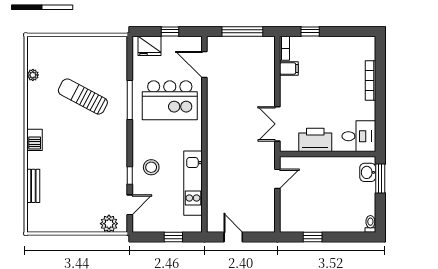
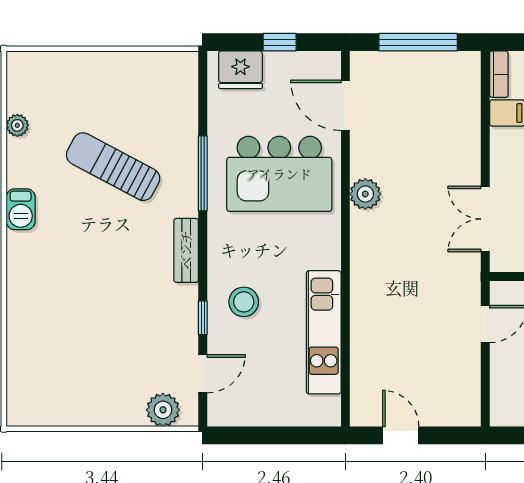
plant: (215, 111) -> (365, 194), added
barbecue: (35, 140) -> (21, 209), moved
bench: (33, 186) -> (186, 250), moved
window: (173, 237) -> (286, 435), removed

